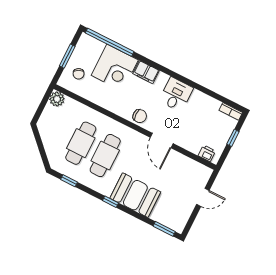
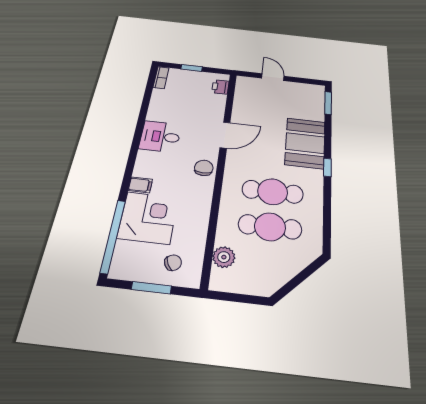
filing cabinet: (146, 72) -> (140, 185), width x0.50
plant: (57, 99) -> (224, 257), moved
window: (69, 181) -> (327, 225), removed

